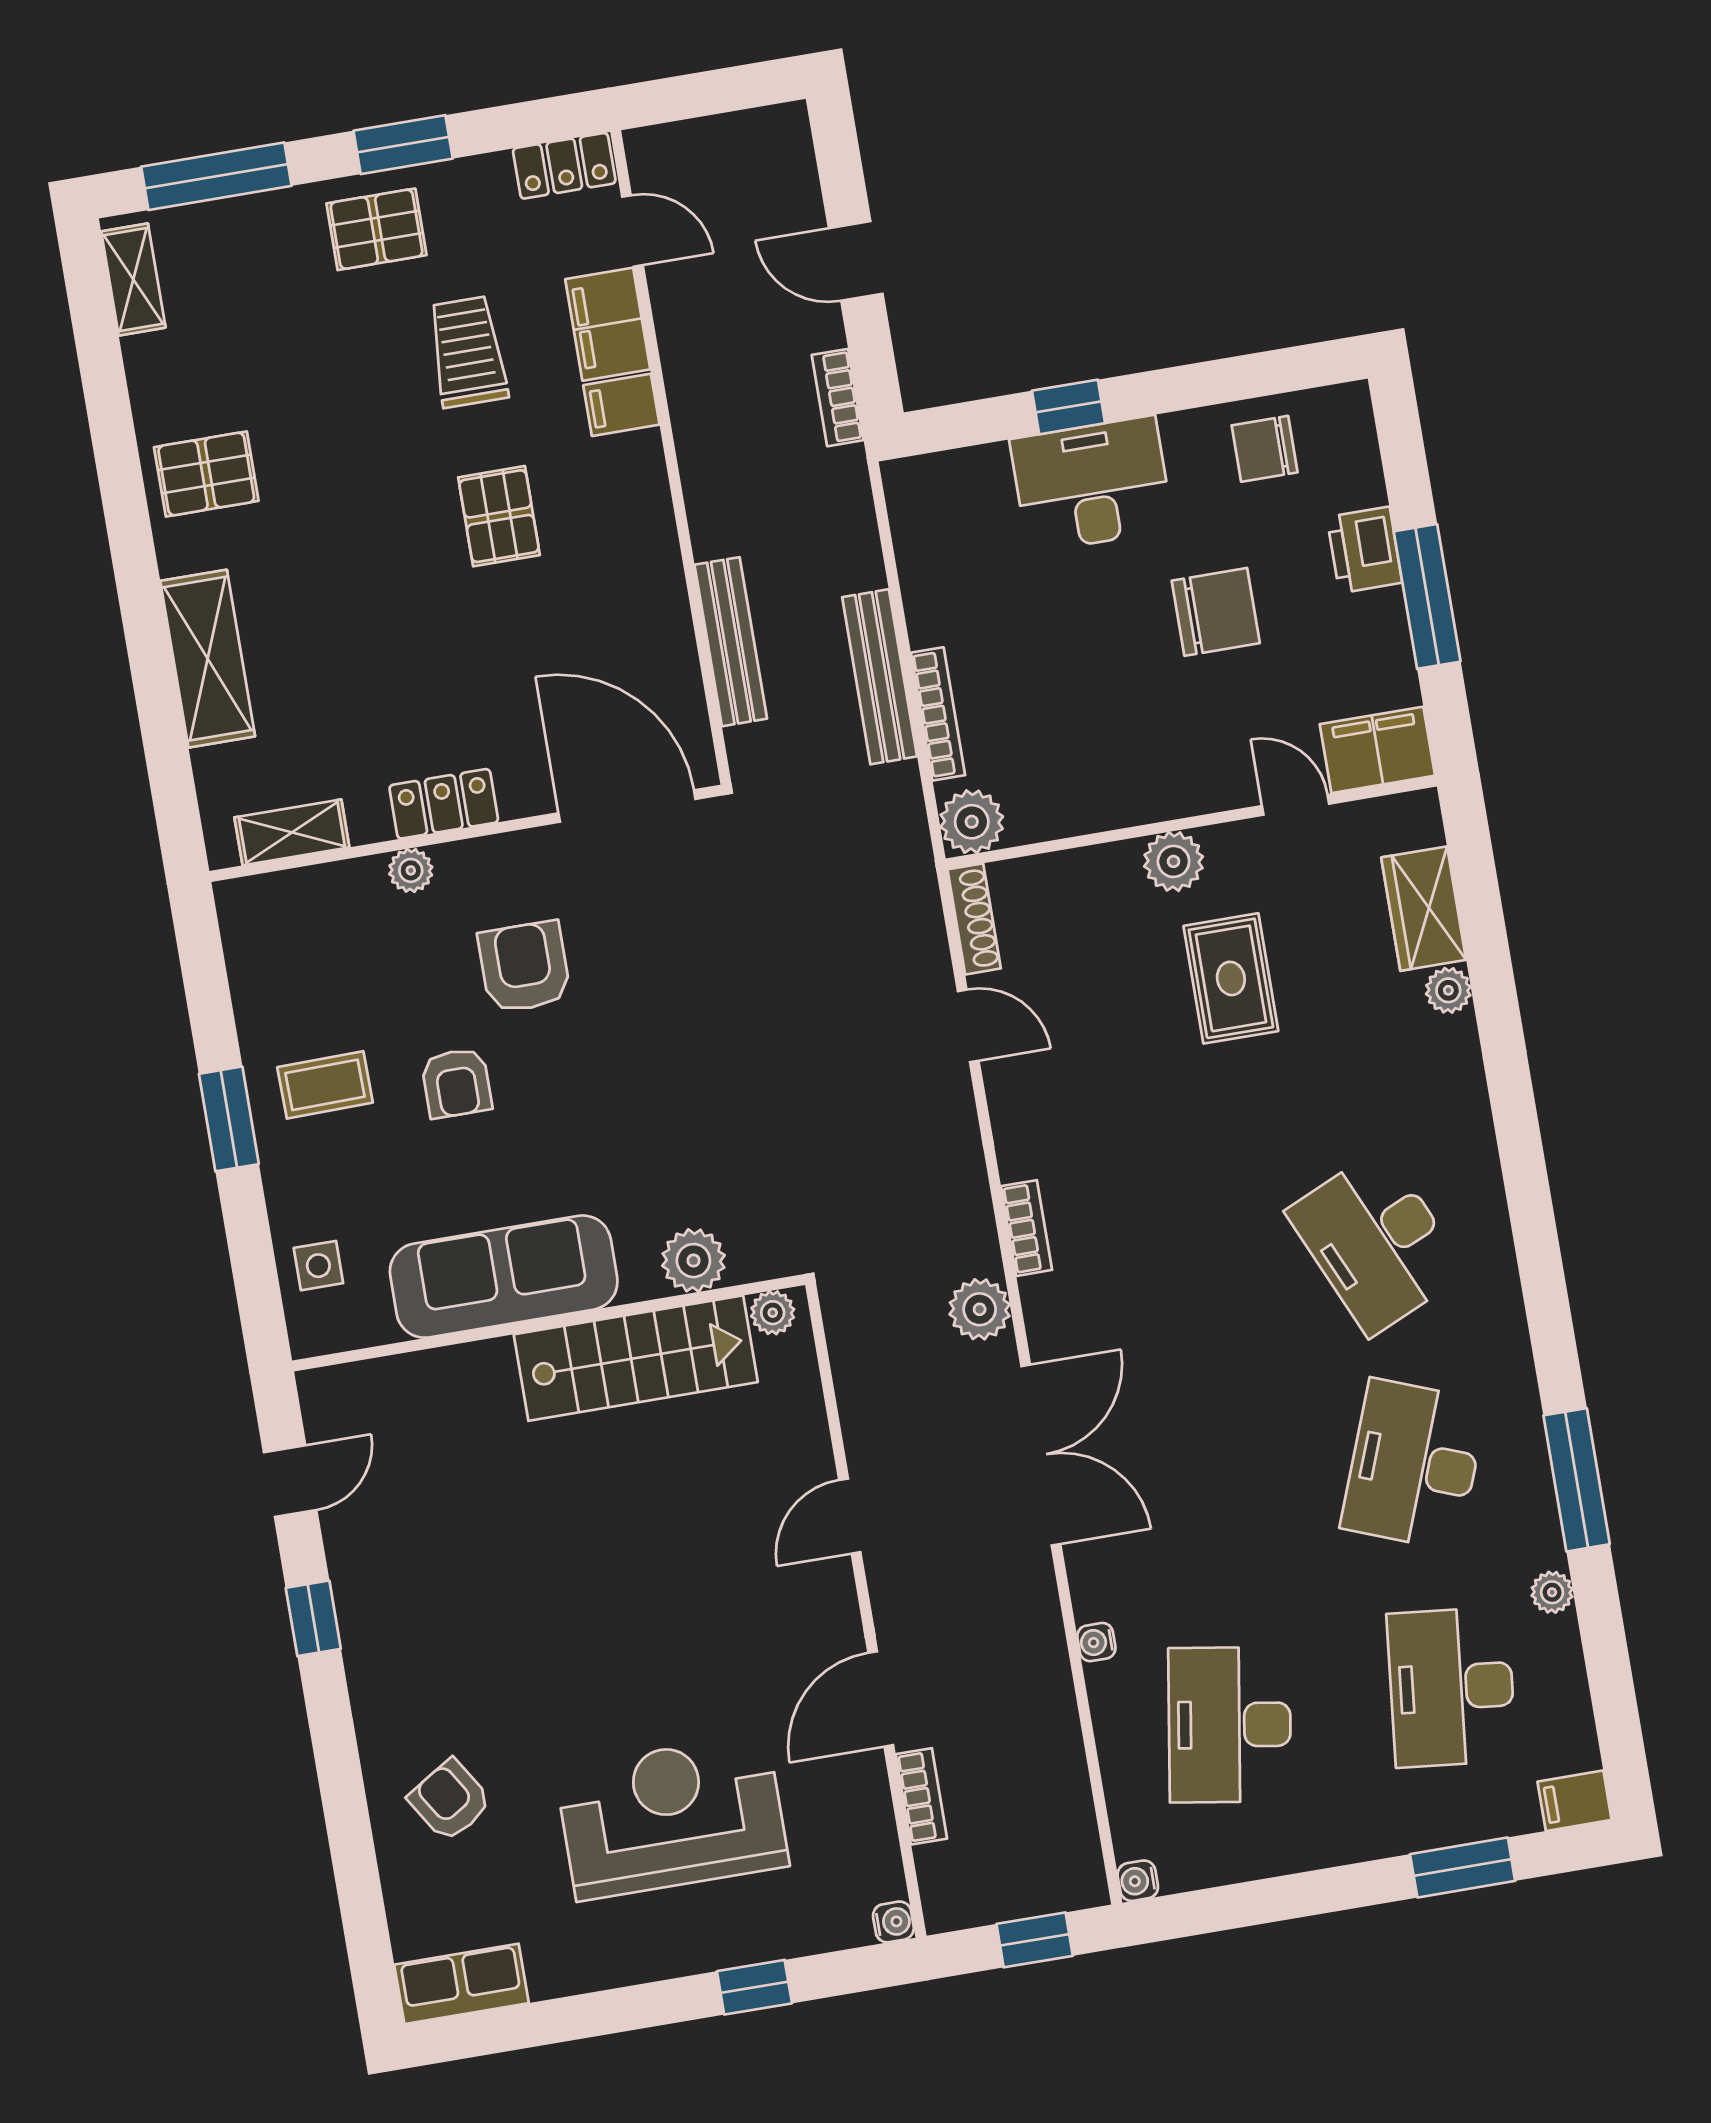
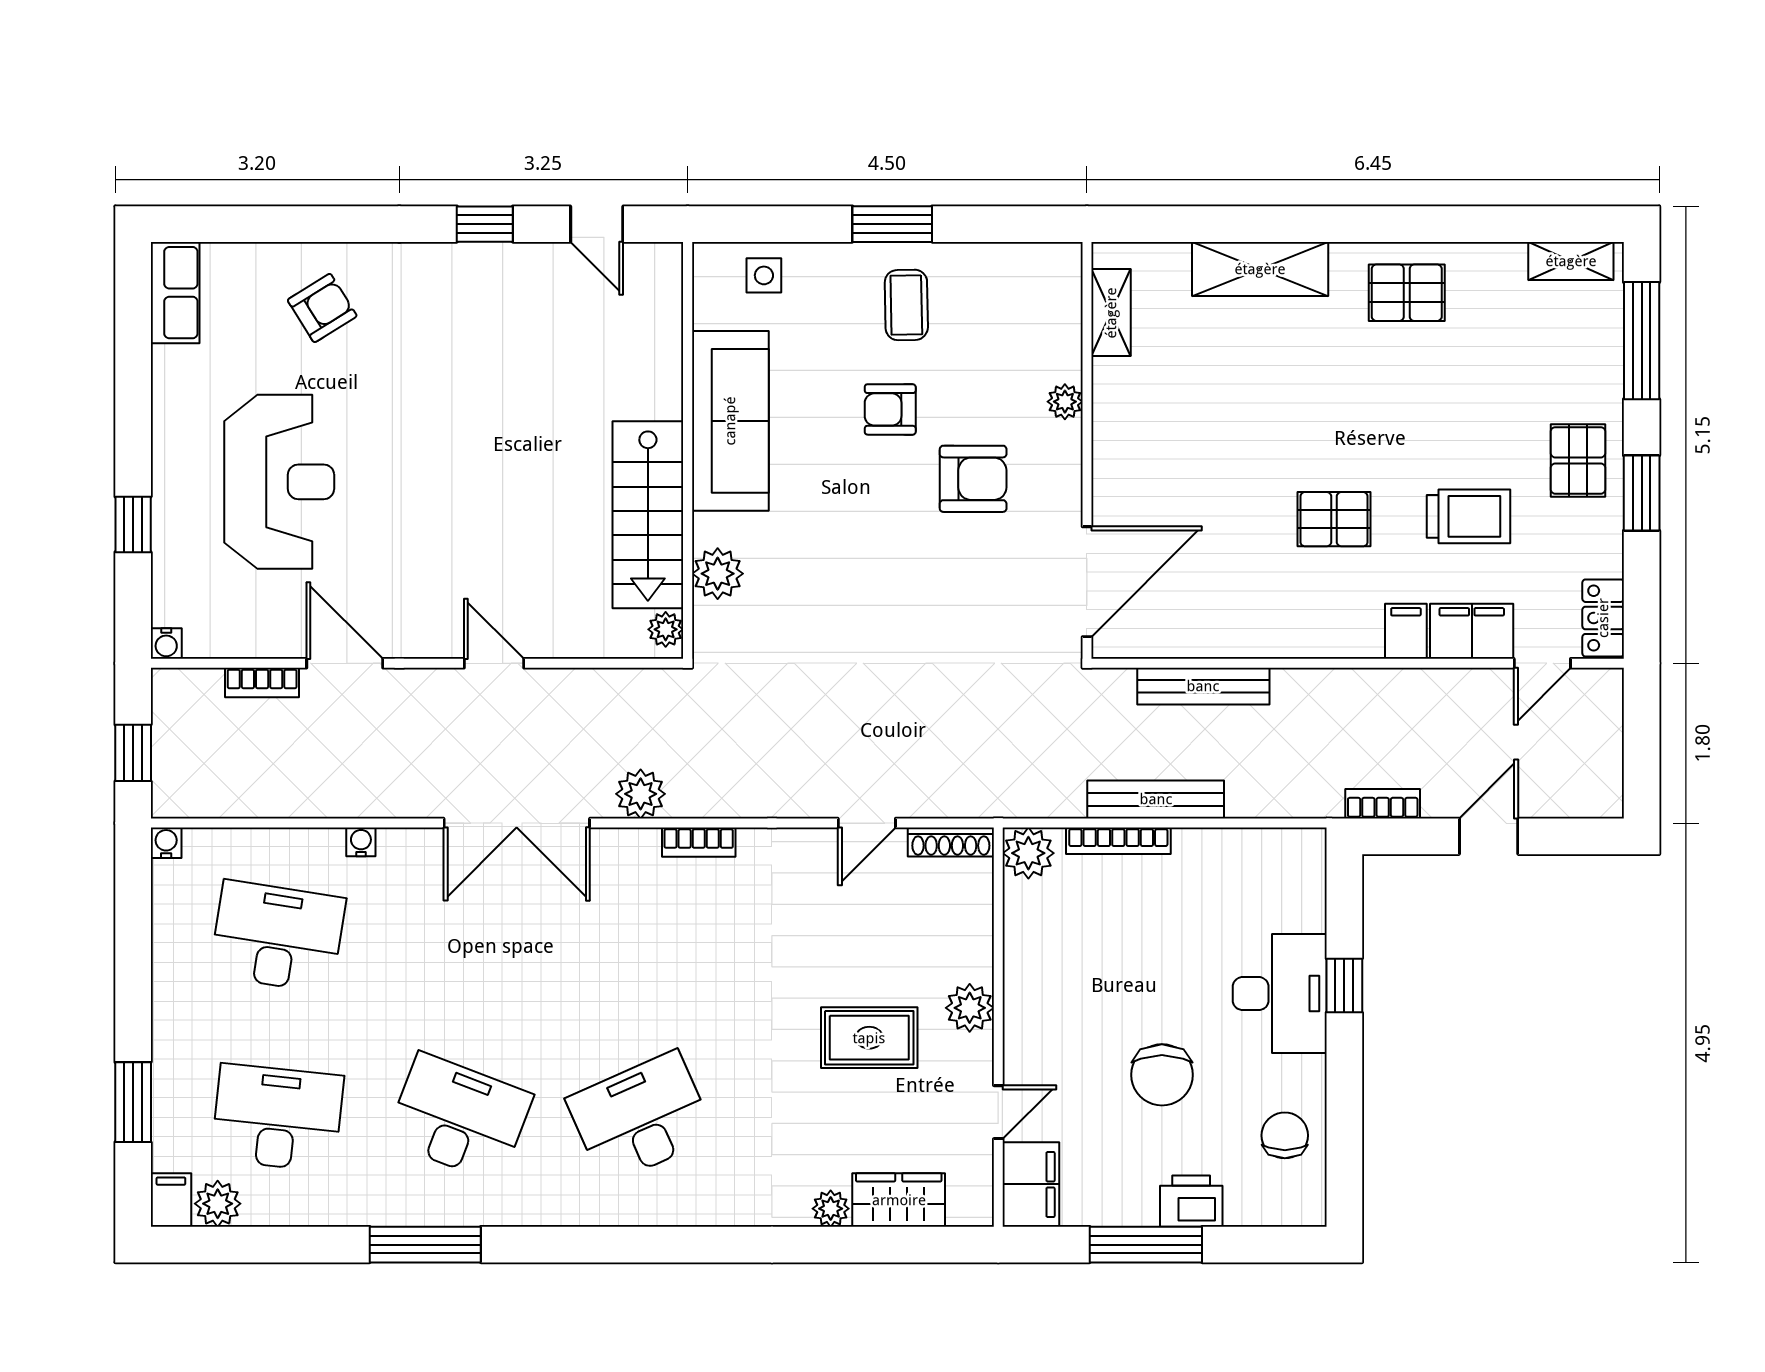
pallet: (206, 474) -> (1407, 293), turned 90
locker: (444, 804) -> (1113, 437), removed
plant: (1552, 1592) -> (218, 1204), moved, width x1.38, depth x1.38

